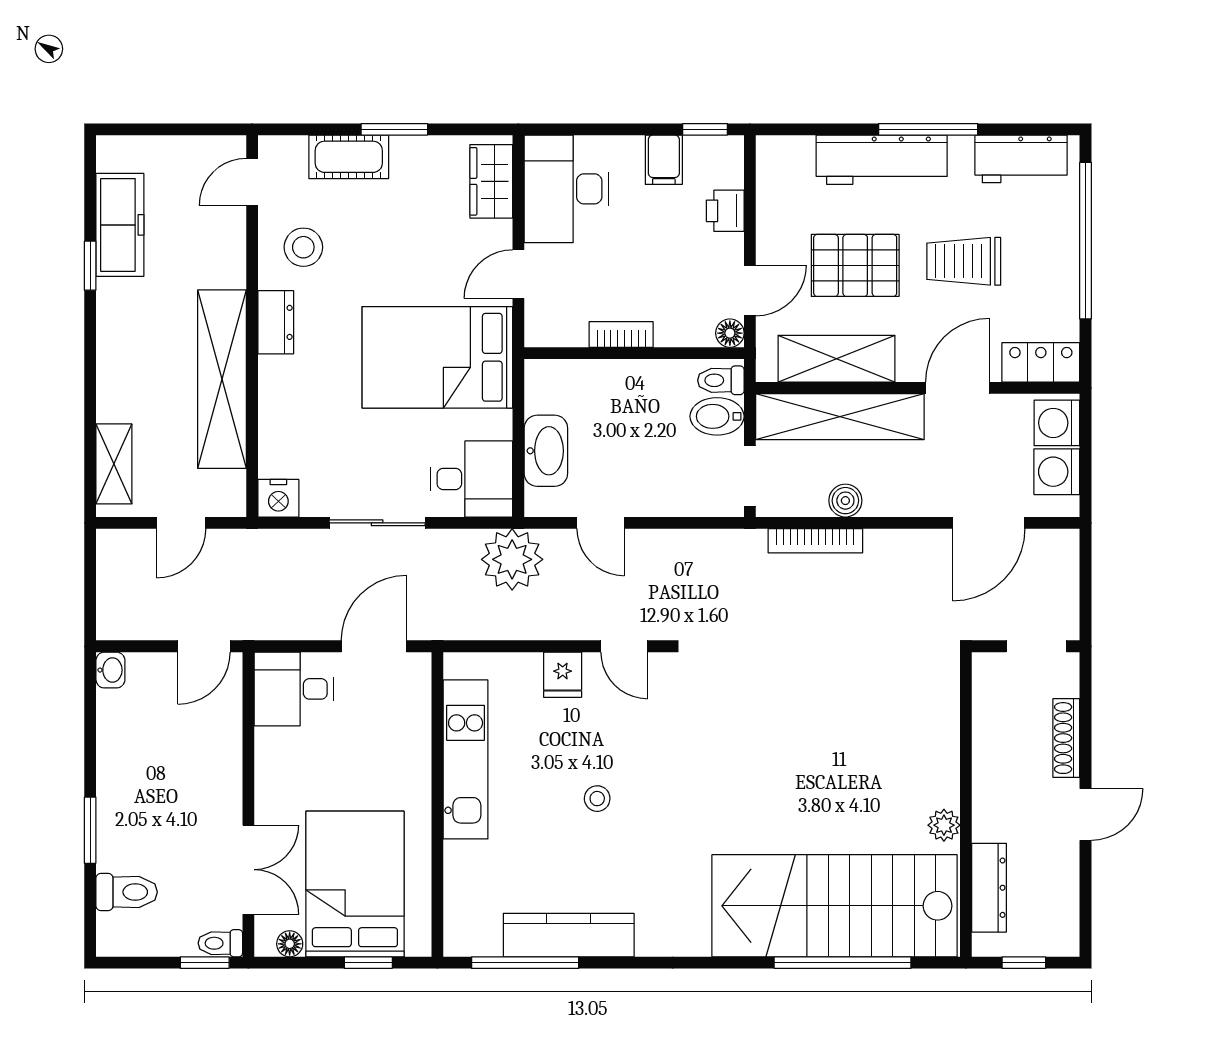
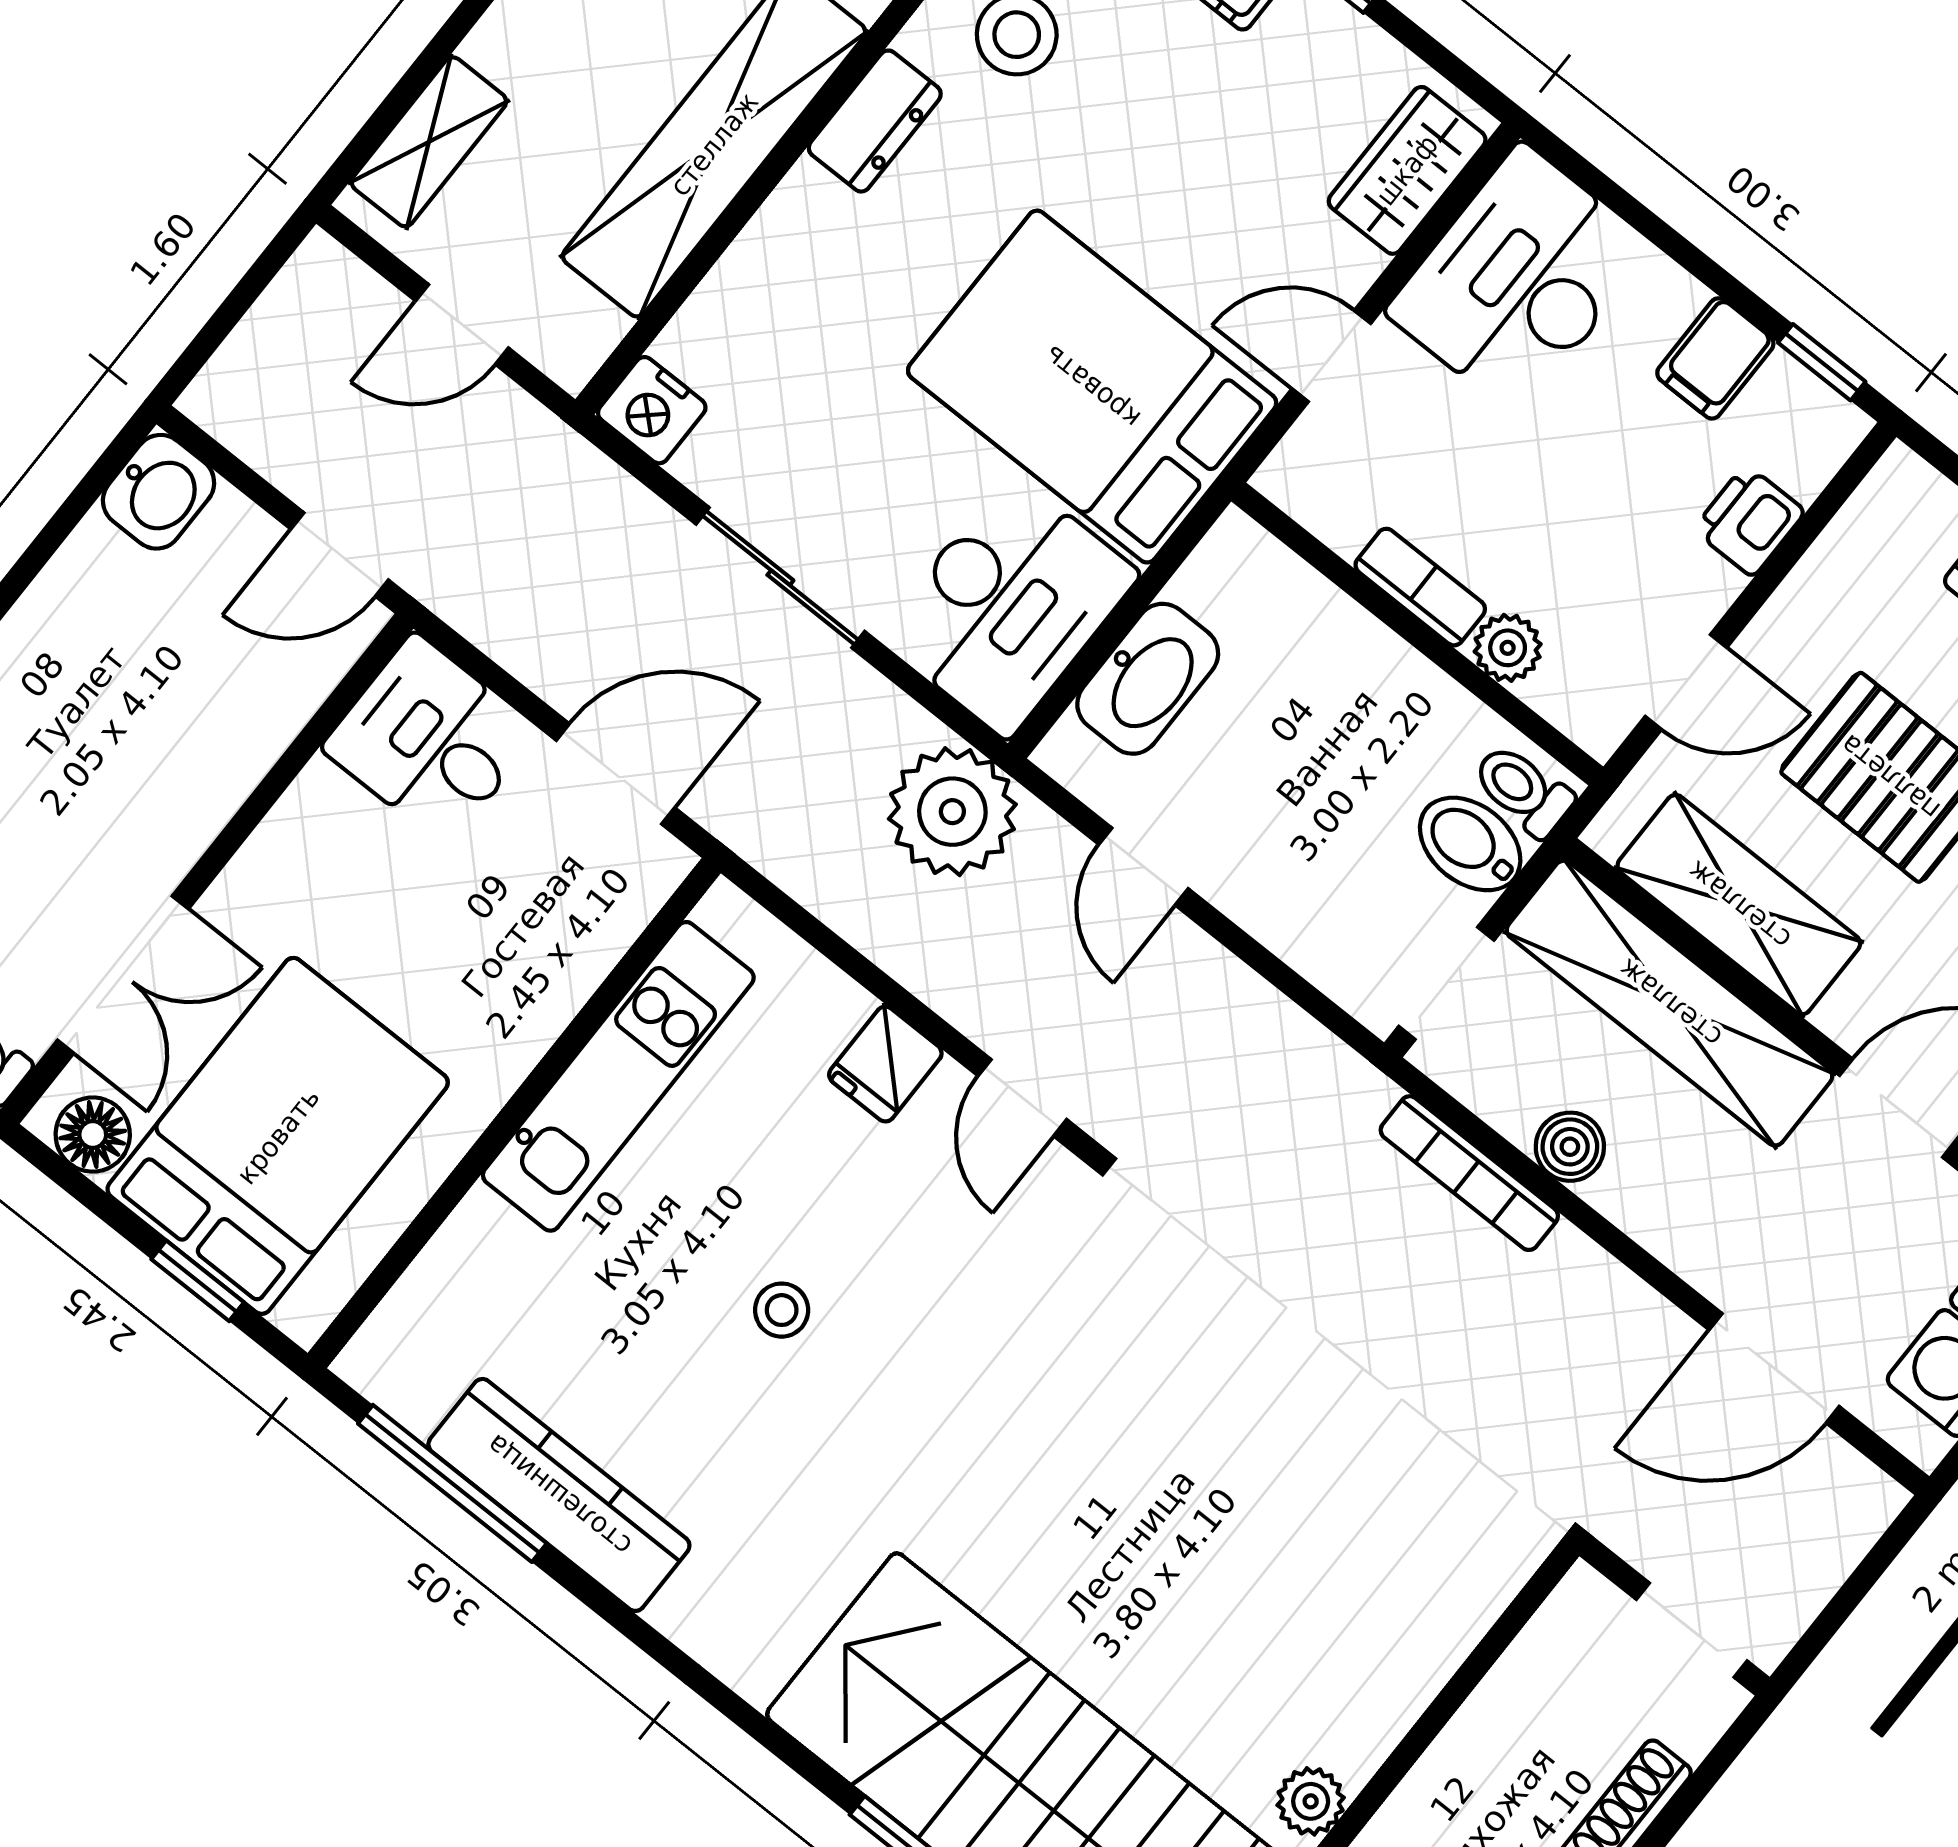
plant: (672, 331) -> (1508, 648), added
floor lamp: (730, 333) -> (1599, 725), removed
desk: (472, 479) -> (1009, 605), width x1.37
washbasin: (110, 670) -> (159, 492), width x1.38, depth x1.45
floor lamp: (290, 944) -> (93, 1135), width x1.37, depth x1.37

